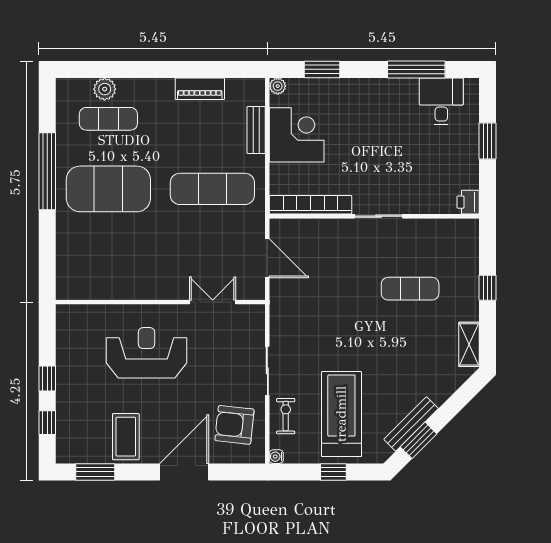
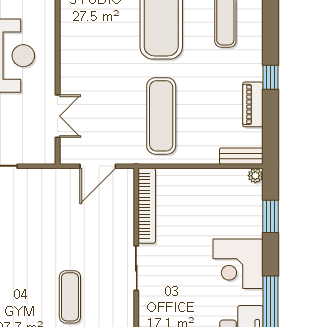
window: (170, 69) -> (271, 77), added
plant: (105, 89) -> (253, 17), removed
bench: (256, 130) -> (241, 156), moved
corner desk: (297, 135) -> (238, 264), moved, turned 90

